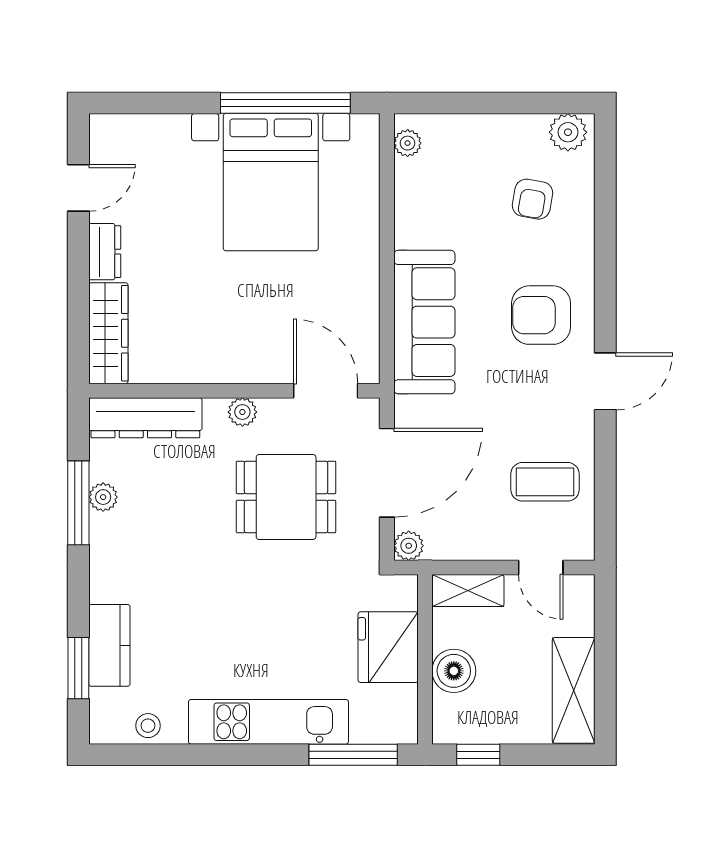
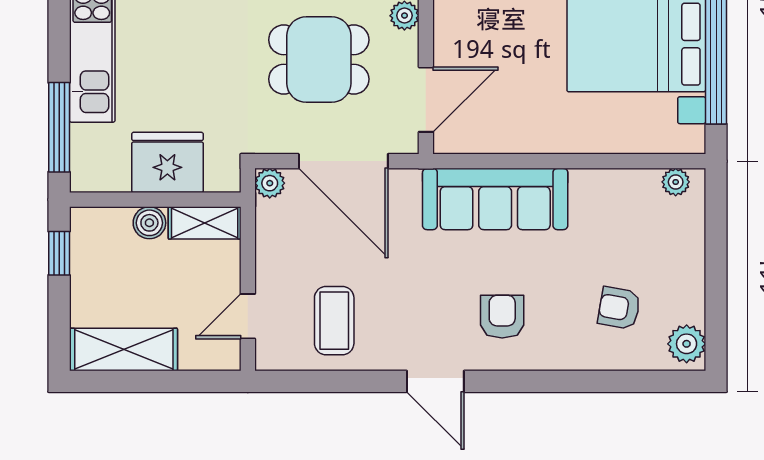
armchair: (541, 315) -> (502, 317), width x0.72, depth x0.72
dining table: (286, 497) -> (319, 60), turned 90
shelving: (468, 591) -> (205, 223), moved, turned 90
boiler: (454, 671) -> (149, 223), width x0.73, depth x0.73

